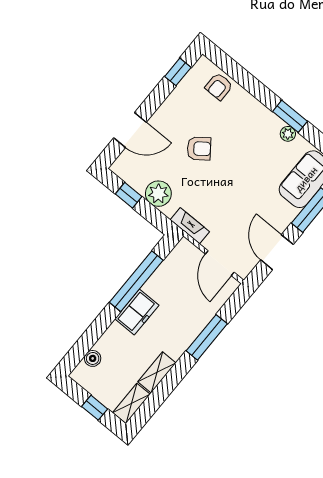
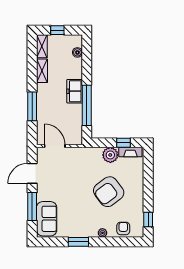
door: (130, 130) -> (148, 174), removed
plant: (288, 134) -> (102, 233), moved
armchair: (199, 149) -> (109, 192), width x1.88, depth x1.88
fireplace: (190, 226) -> (130, 152), moved
door: (277, 252) -> (32, 173), swing flipped

